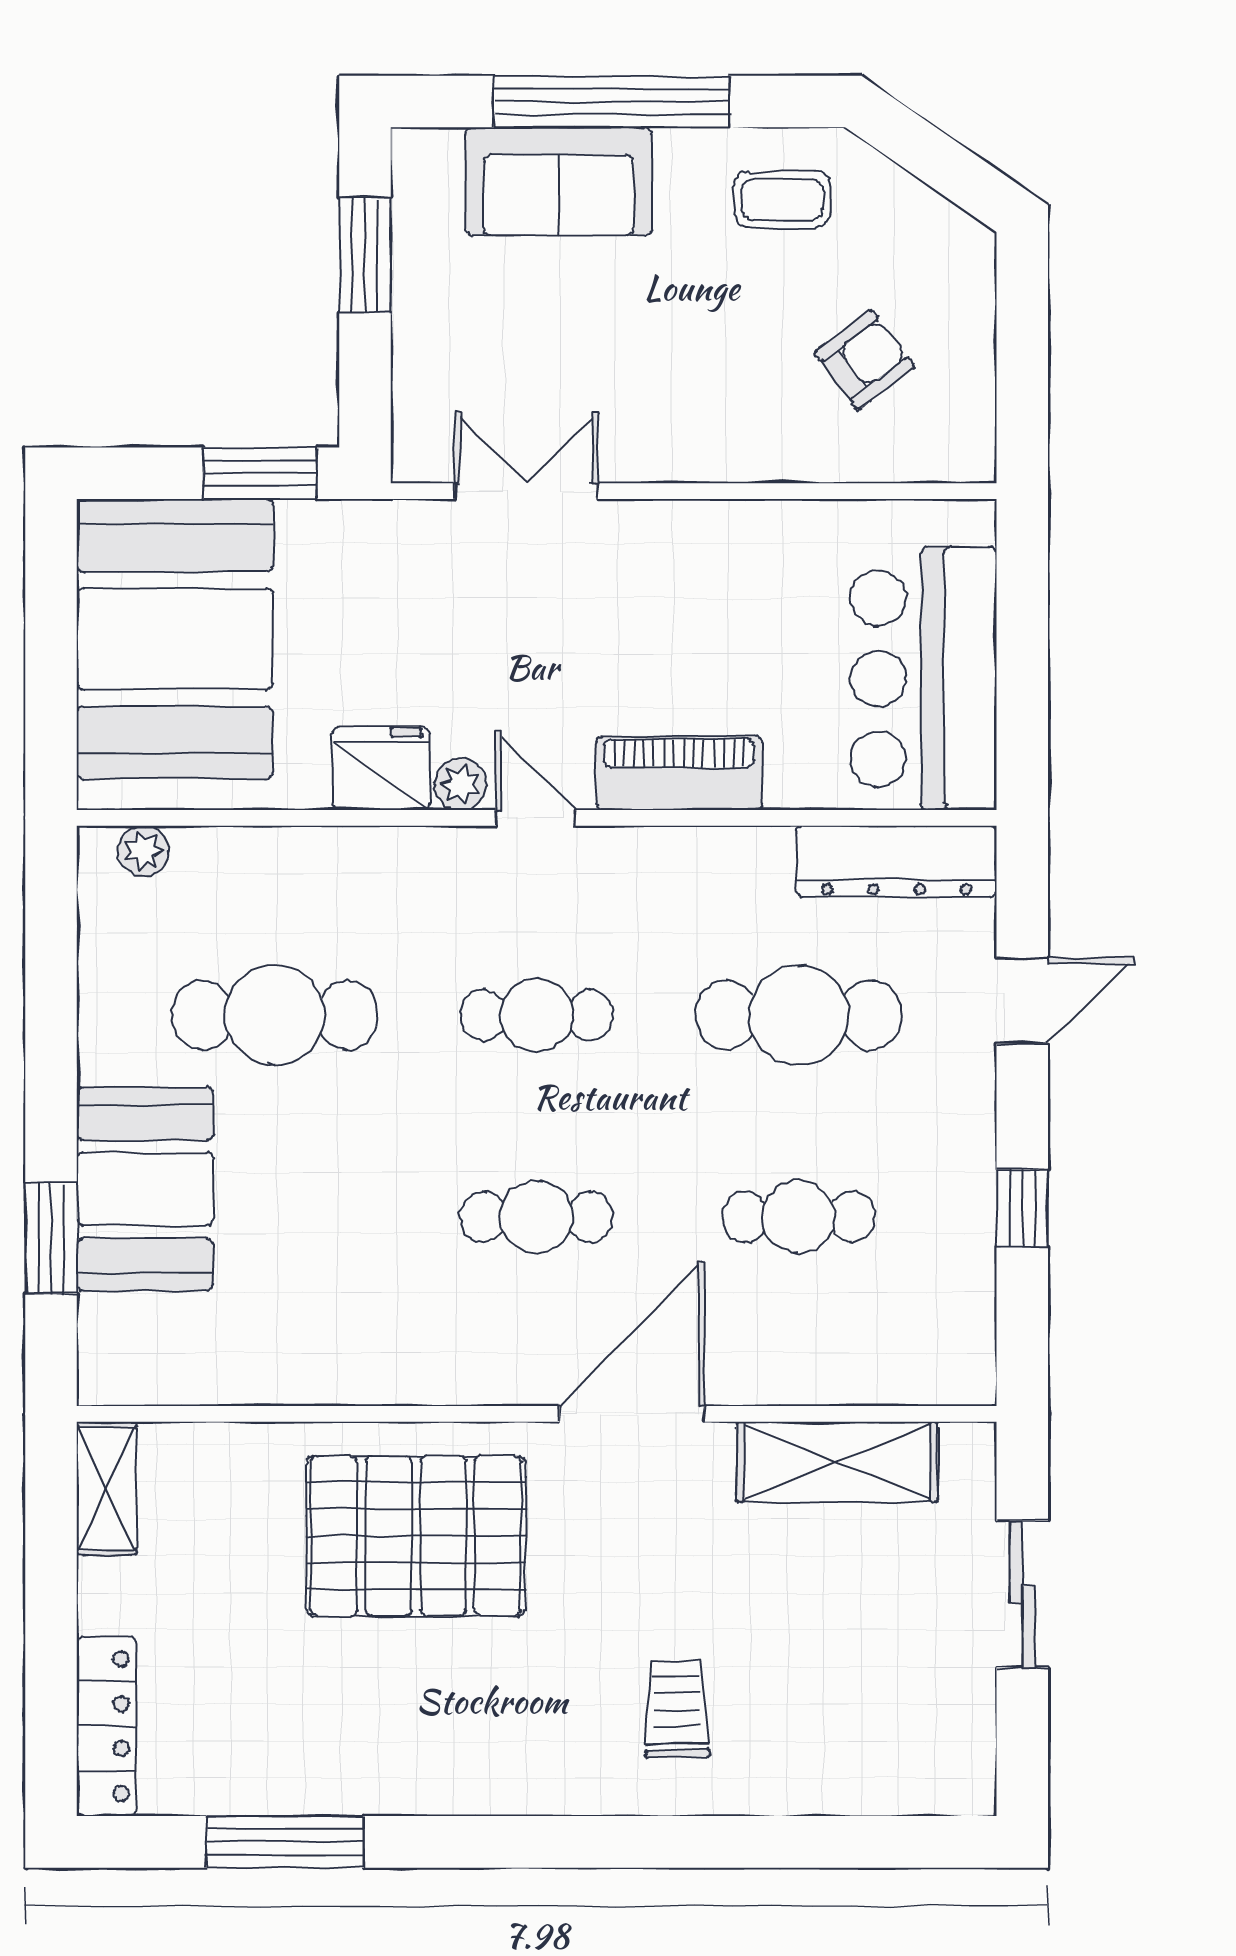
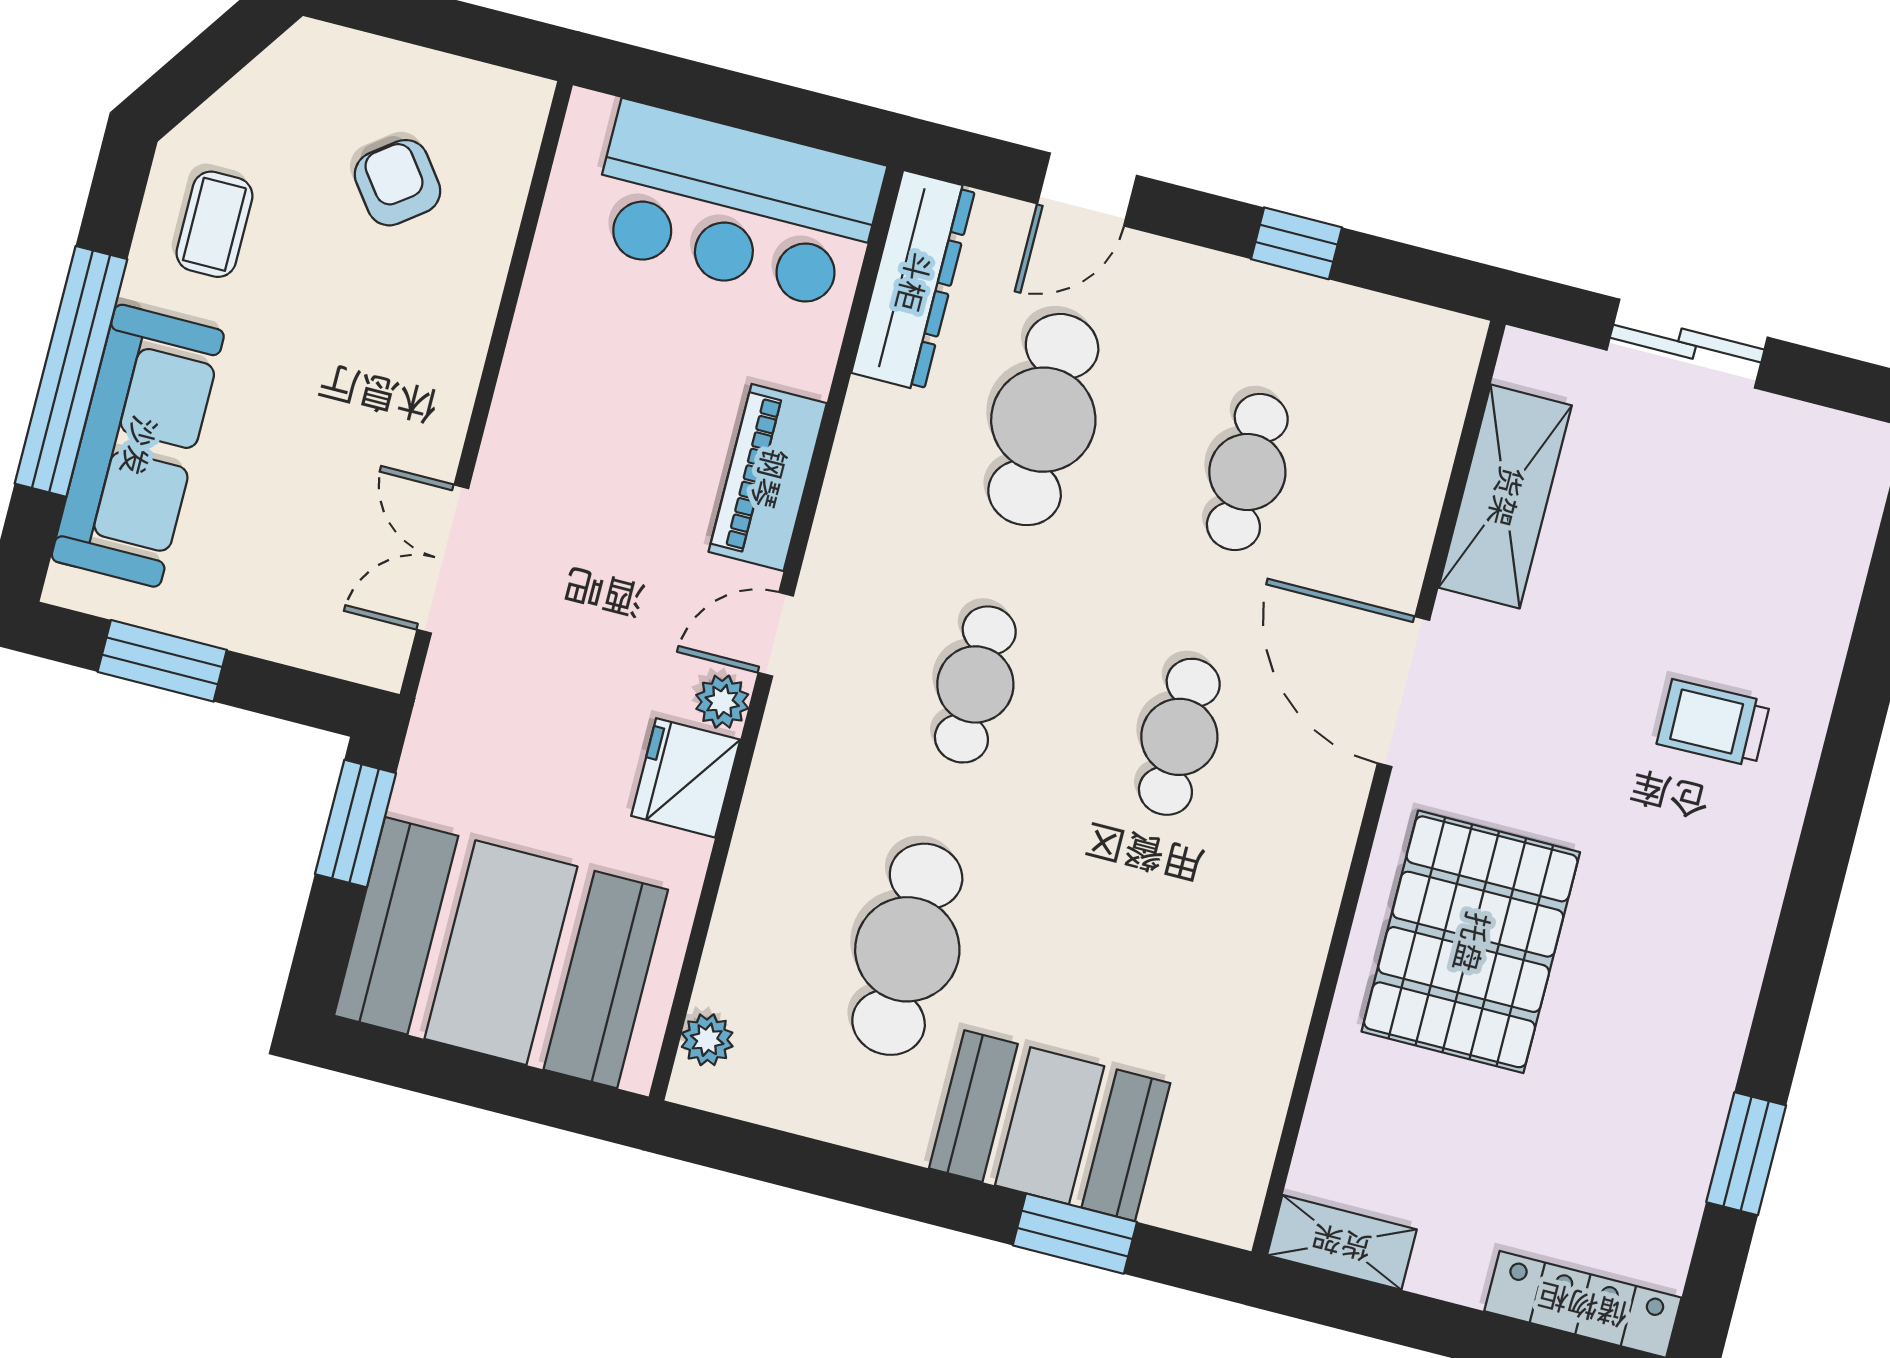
sofa: (559, 181) -> (138, 446), width x1.36
door: (1022, 1001) -> (1087, 190), swing flipped
window: (285, 1842) -> (1746, 1154), width x0.69

